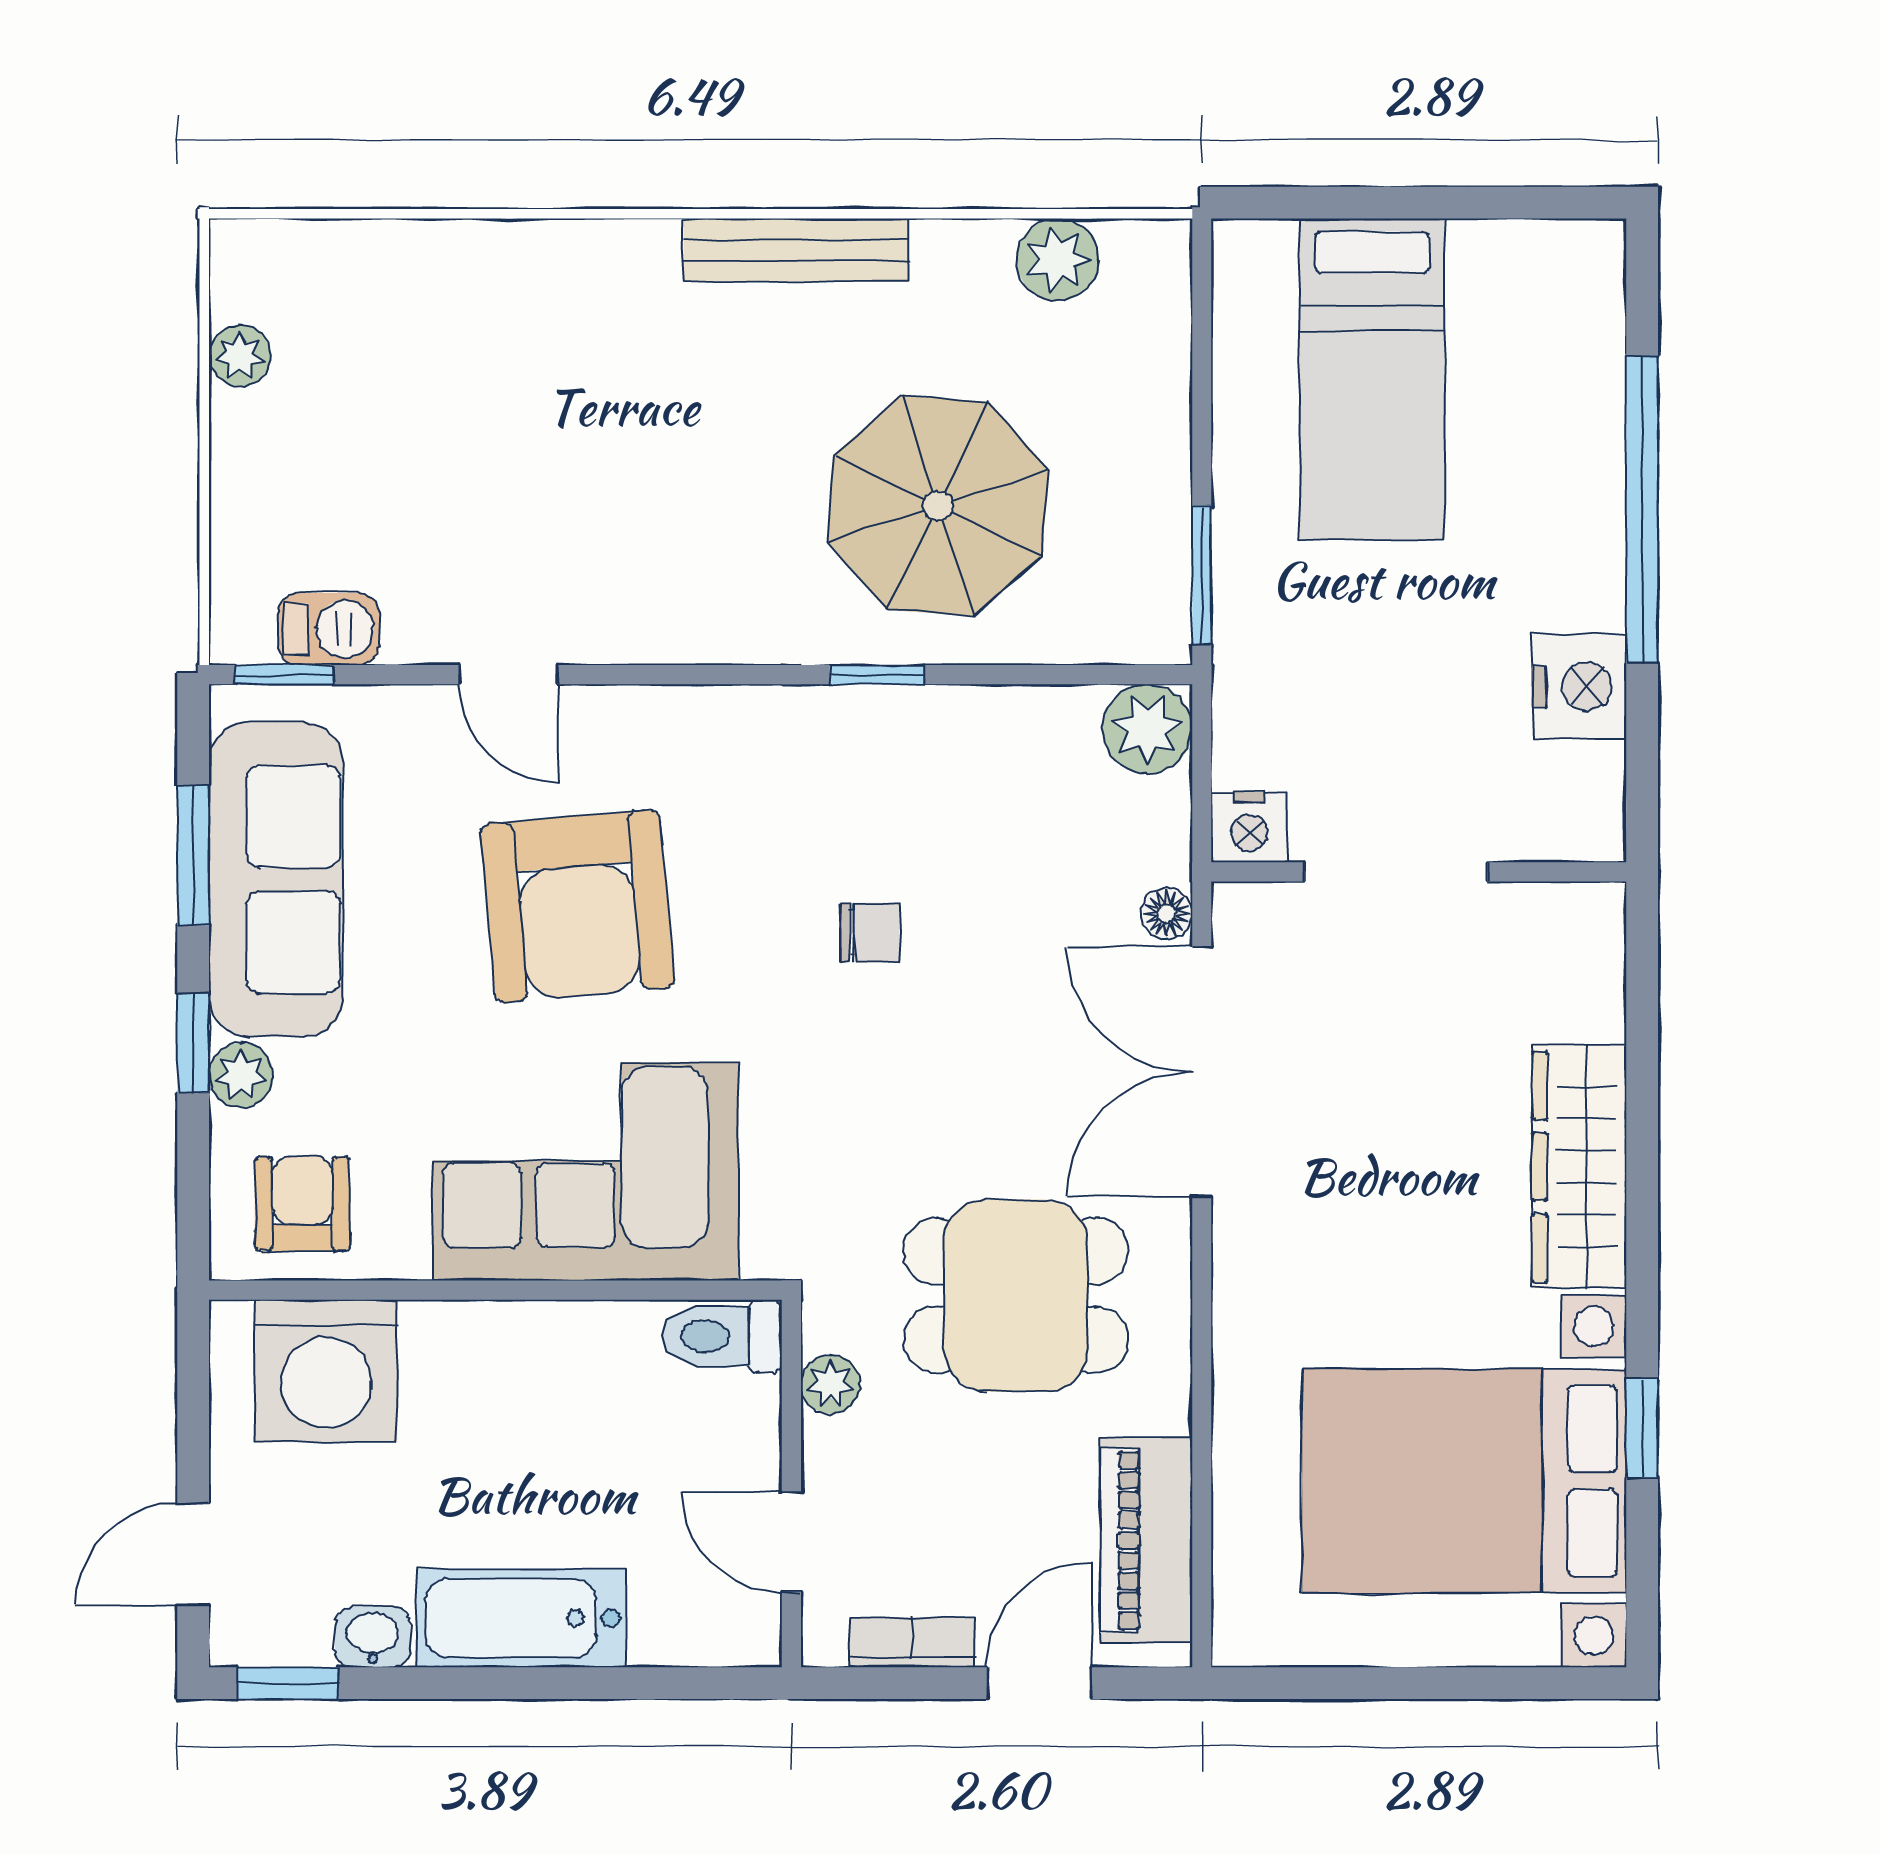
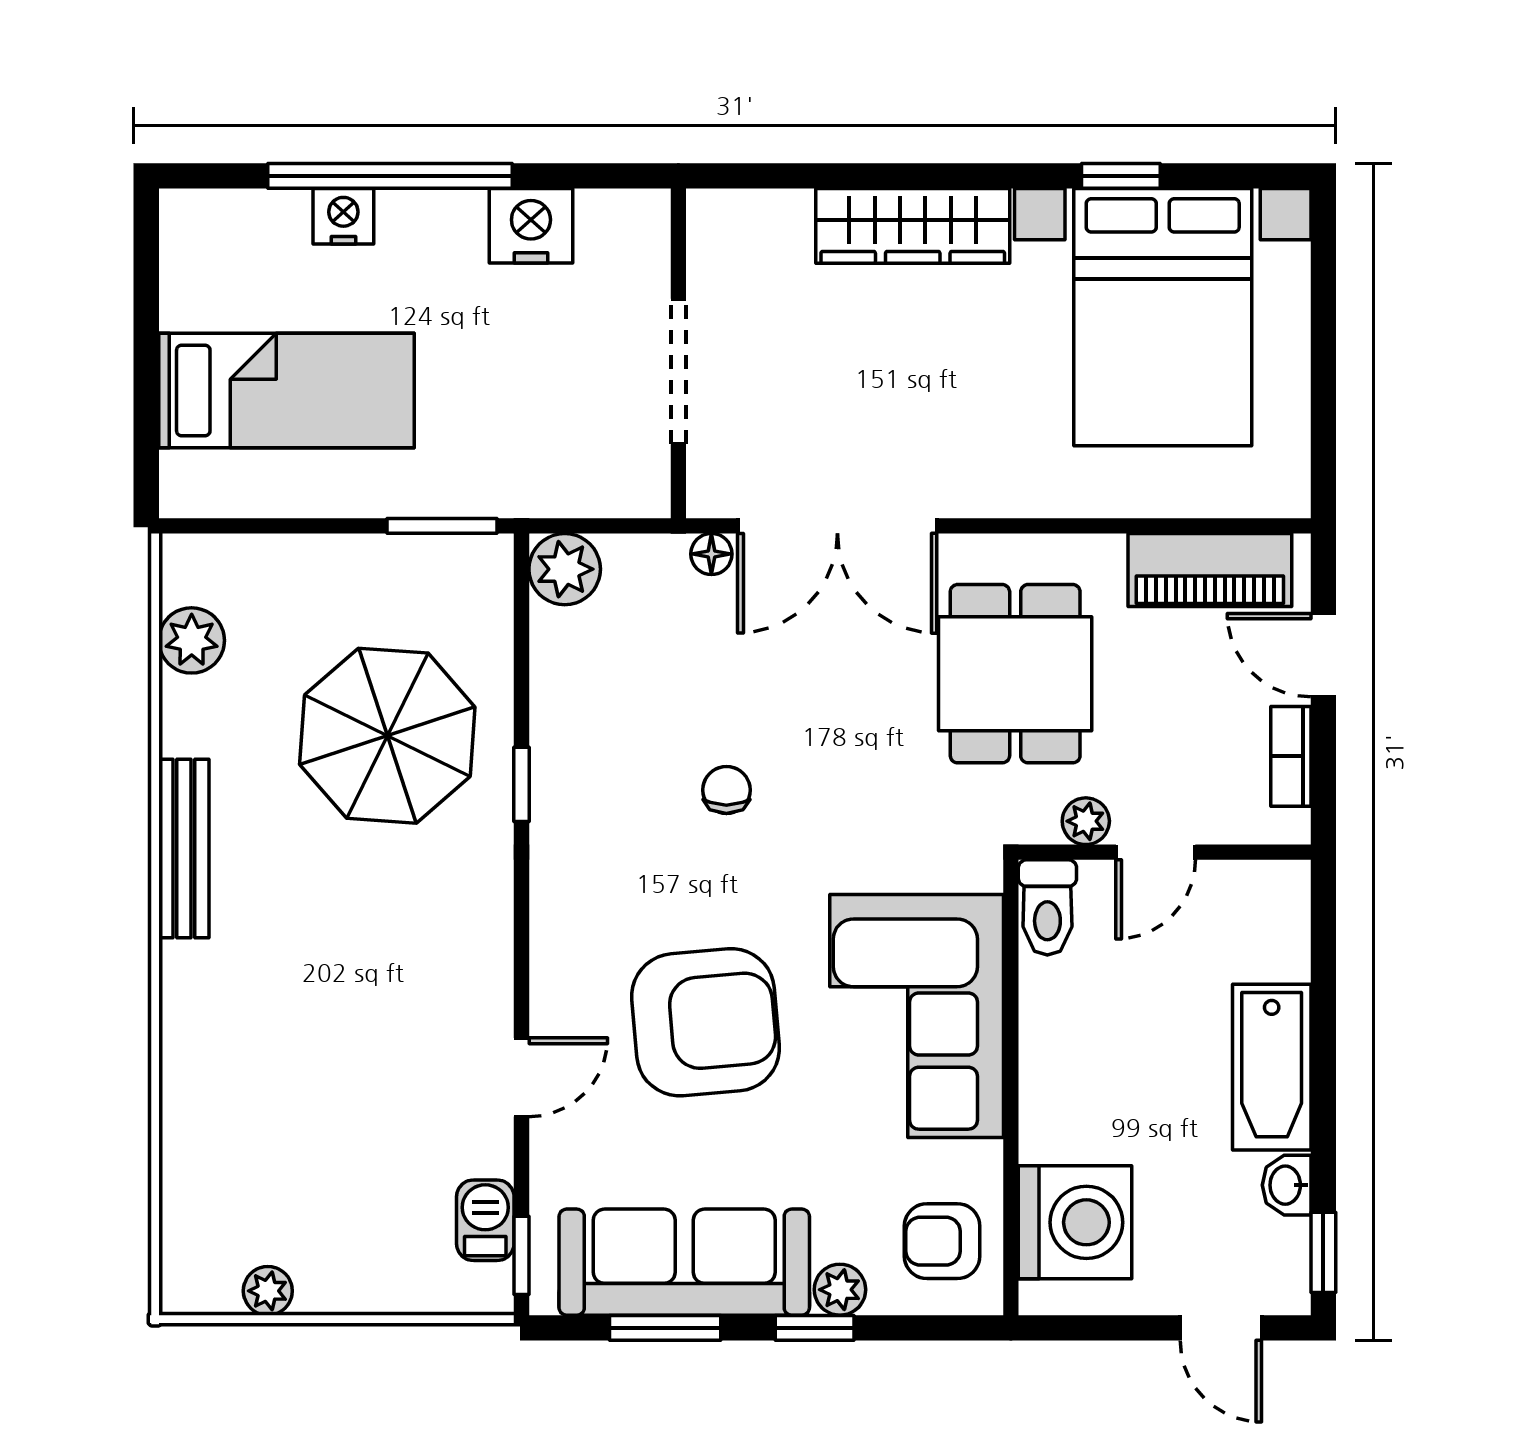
nightstand: (1249, 827) -> (343, 216), moved, turned -90
door: (791, 1542) -> (1156, 852), moved

